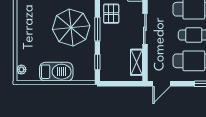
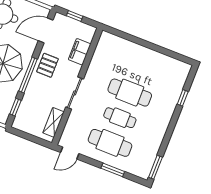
window: (97, 29) -> (28, 75), width x1.44

